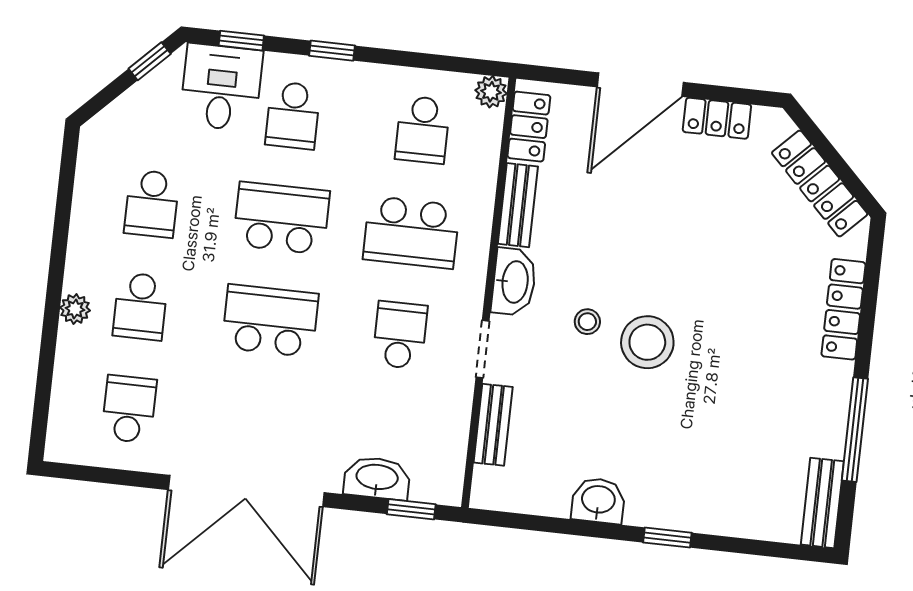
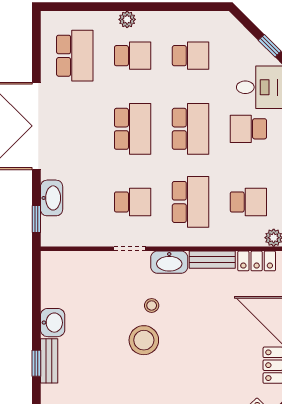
school desk: (423, 130) -> (248, 202), turned 180
school desk: (152, 204) -> (190, 56), turned 180
school desk: (411, 232) -> (190, 202), turned 180
school desk: (140, 306) -> (133, 56), turned 180
school desk: (129, 409) -> (75, 56), width x1.85
bench: (493, 425) -> (49, 361), moved, turned 90

